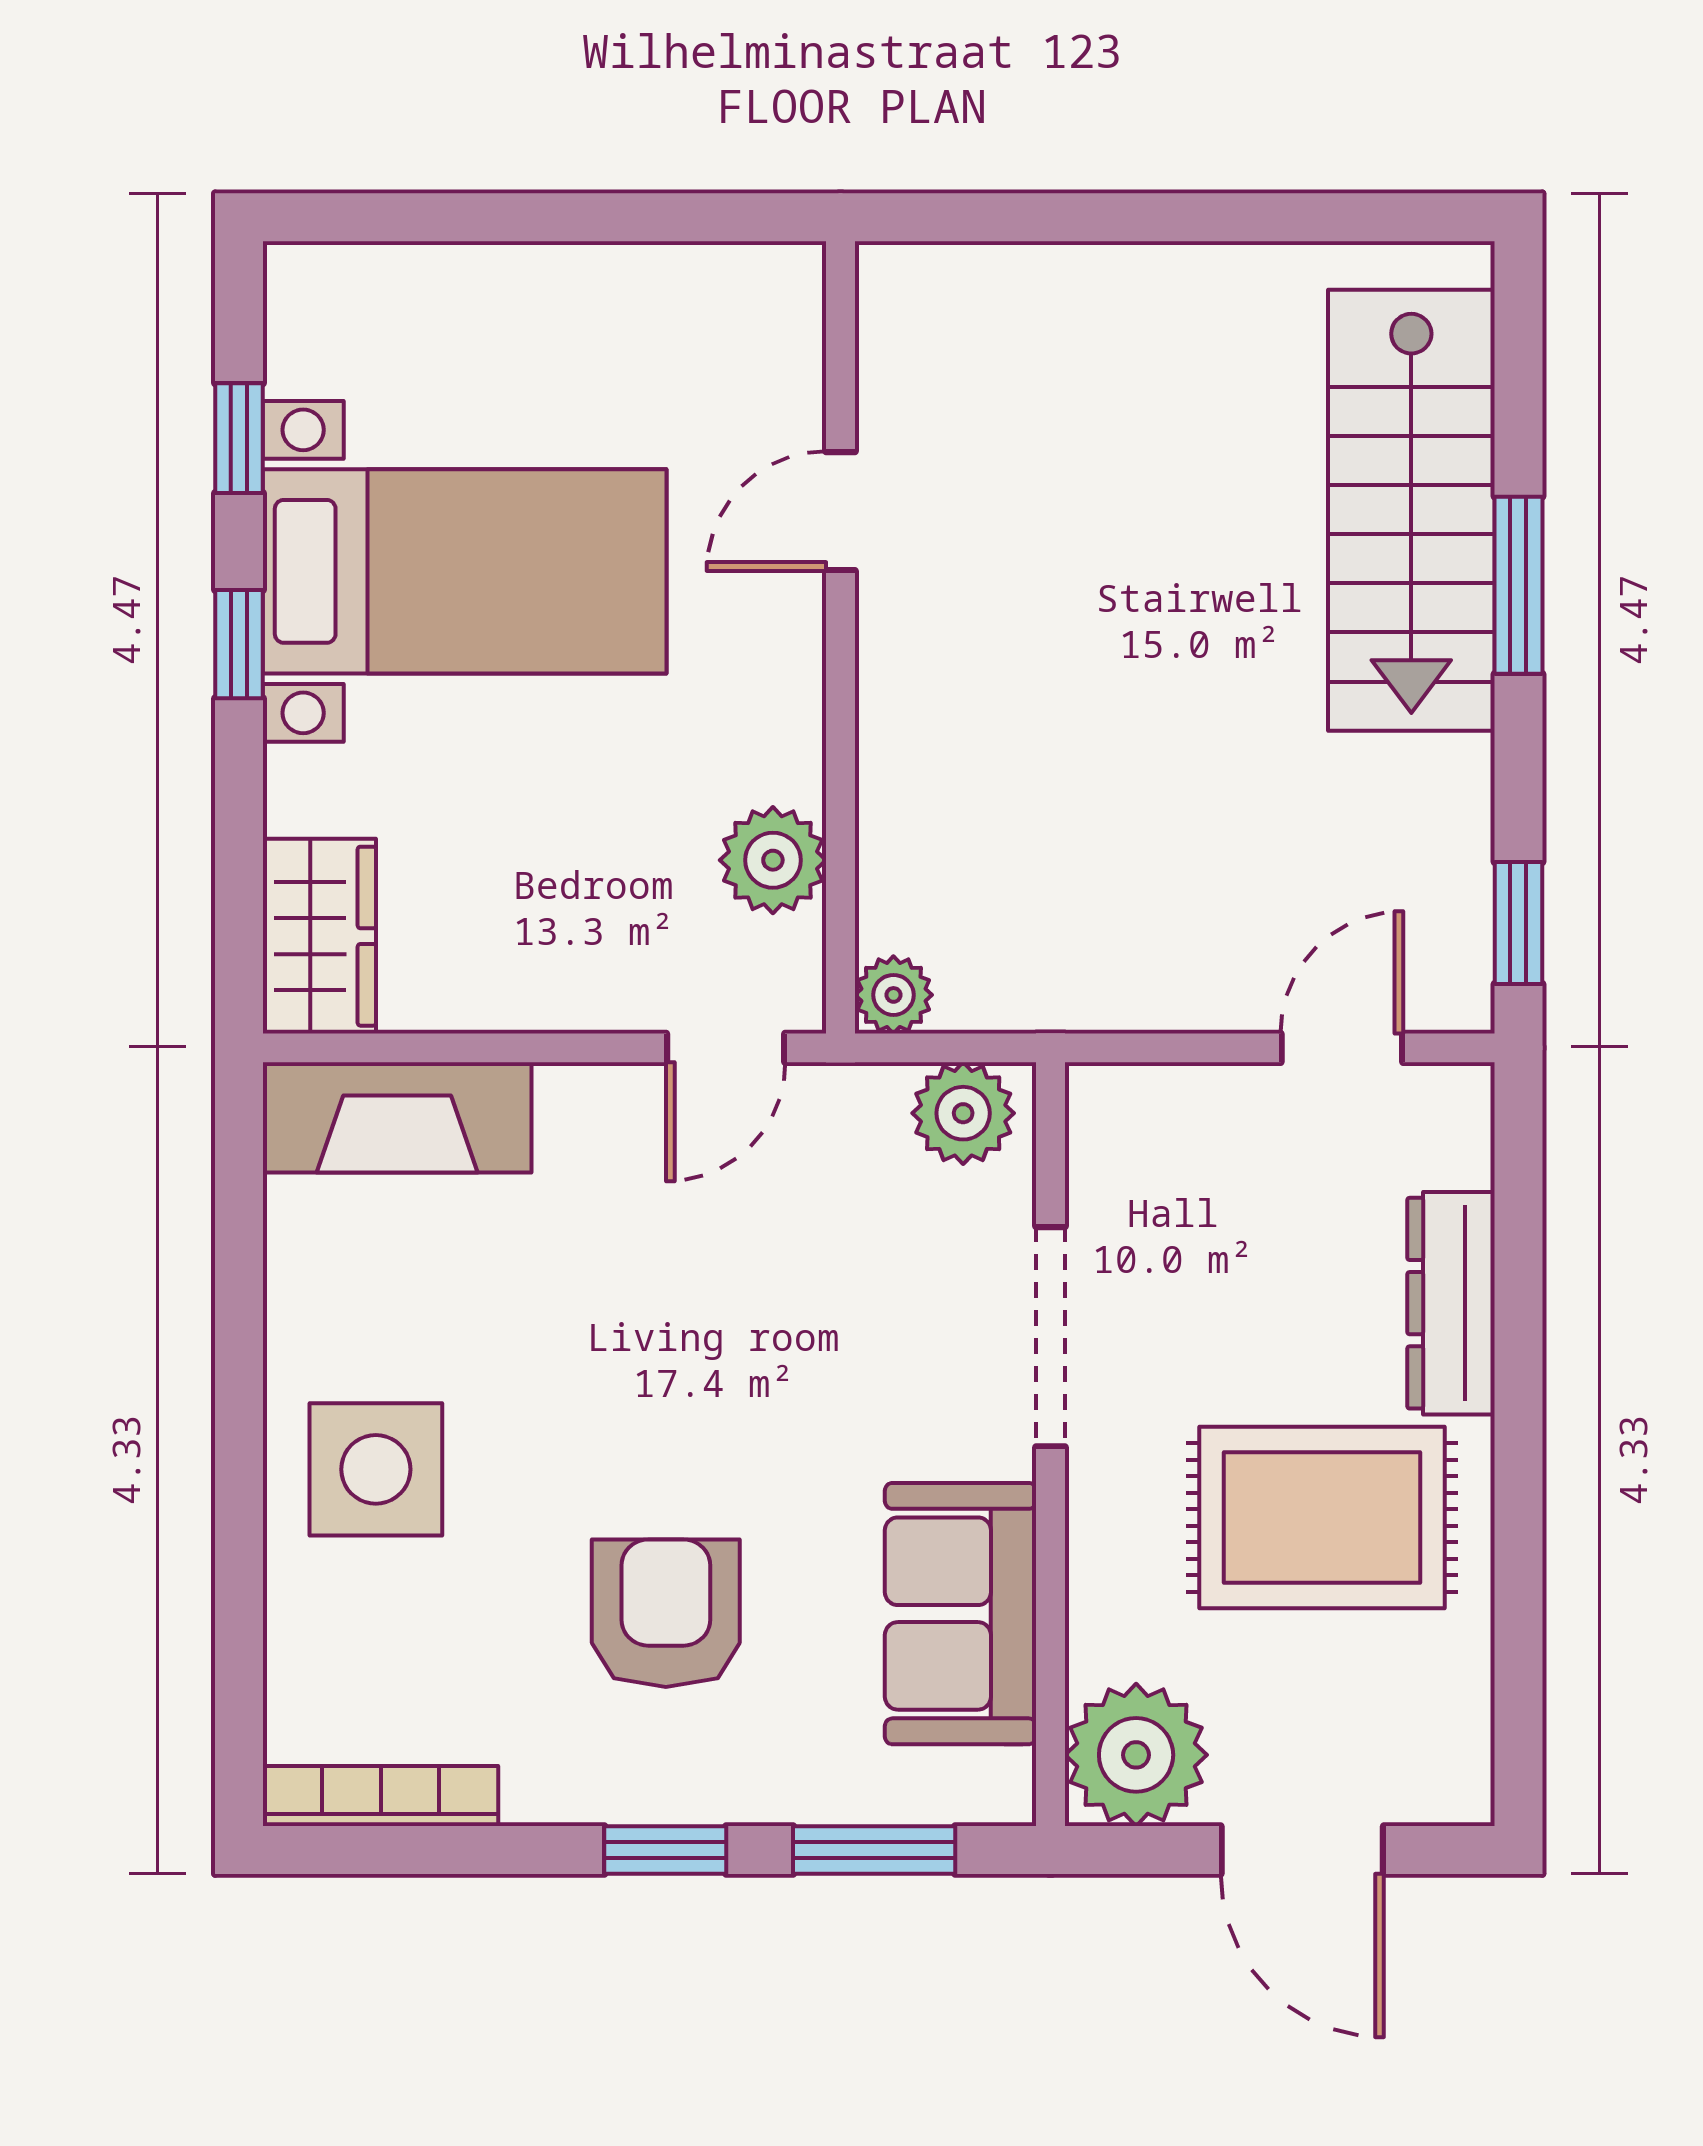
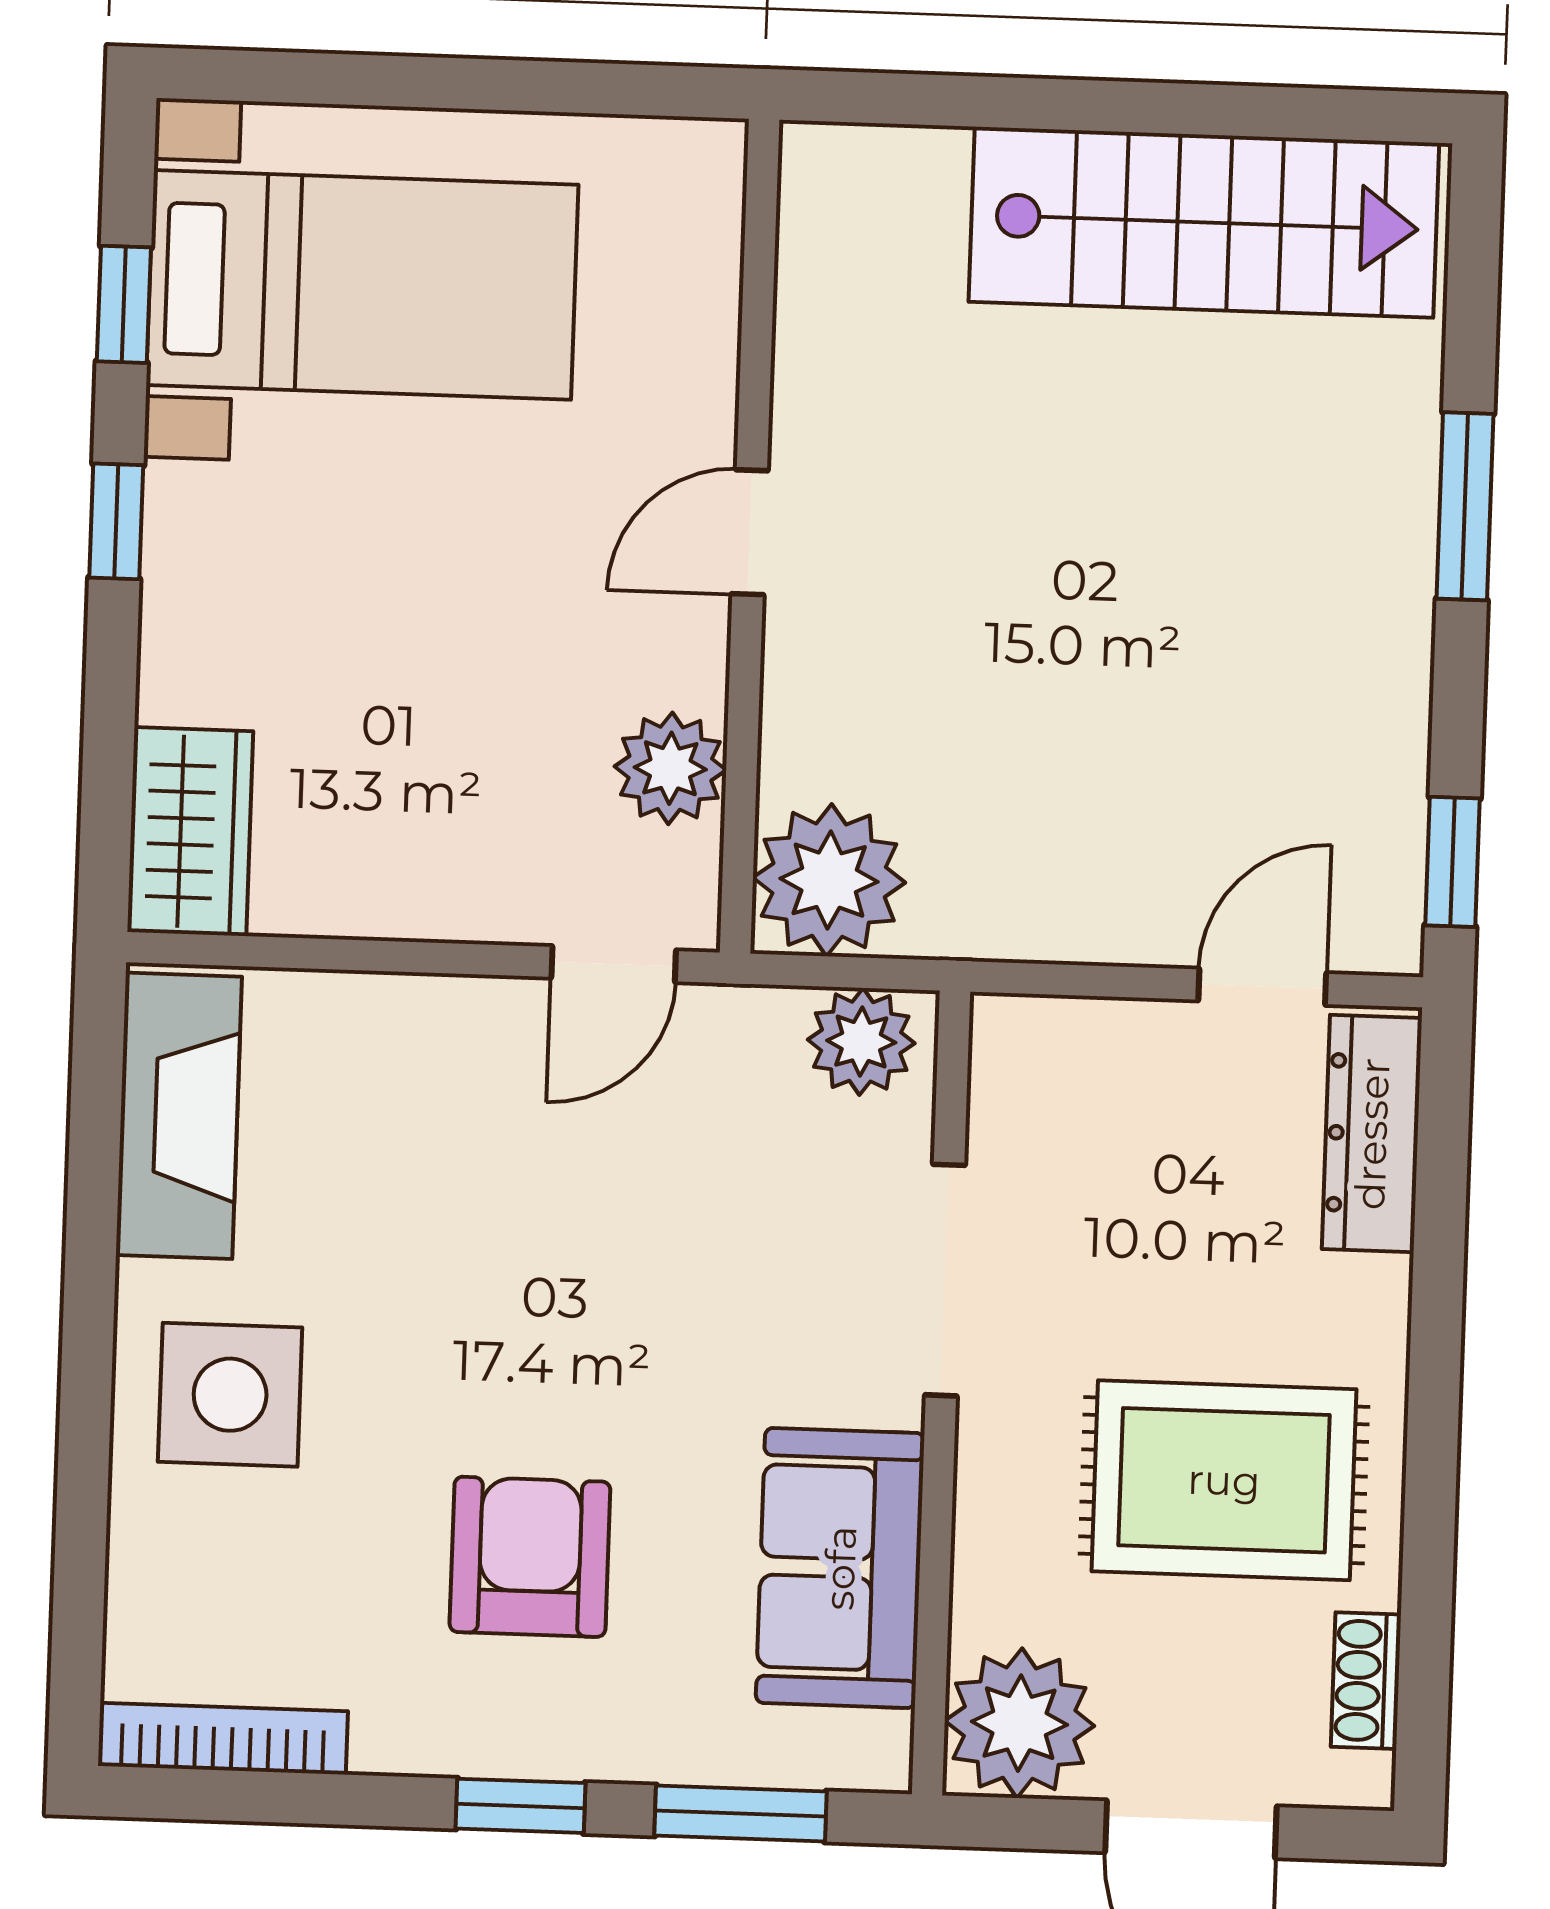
stairs: (1411, 510) -> (1204, 222), moved, turned -90
door: (840, 511) -> (750, 532), moved
bed with nightstands: (465, 571) -> (362, 285), moved
plant: (893, 995) -> (829, 880), width x1.87, depth x1.87
fireplace: (397, 1117) -> (179, 1116), moved, turned -90
dresser: (1451, 1303) -> (1372, 1134), moved
shoe rack: (1463, 1703) -> (1366, 1681), added

